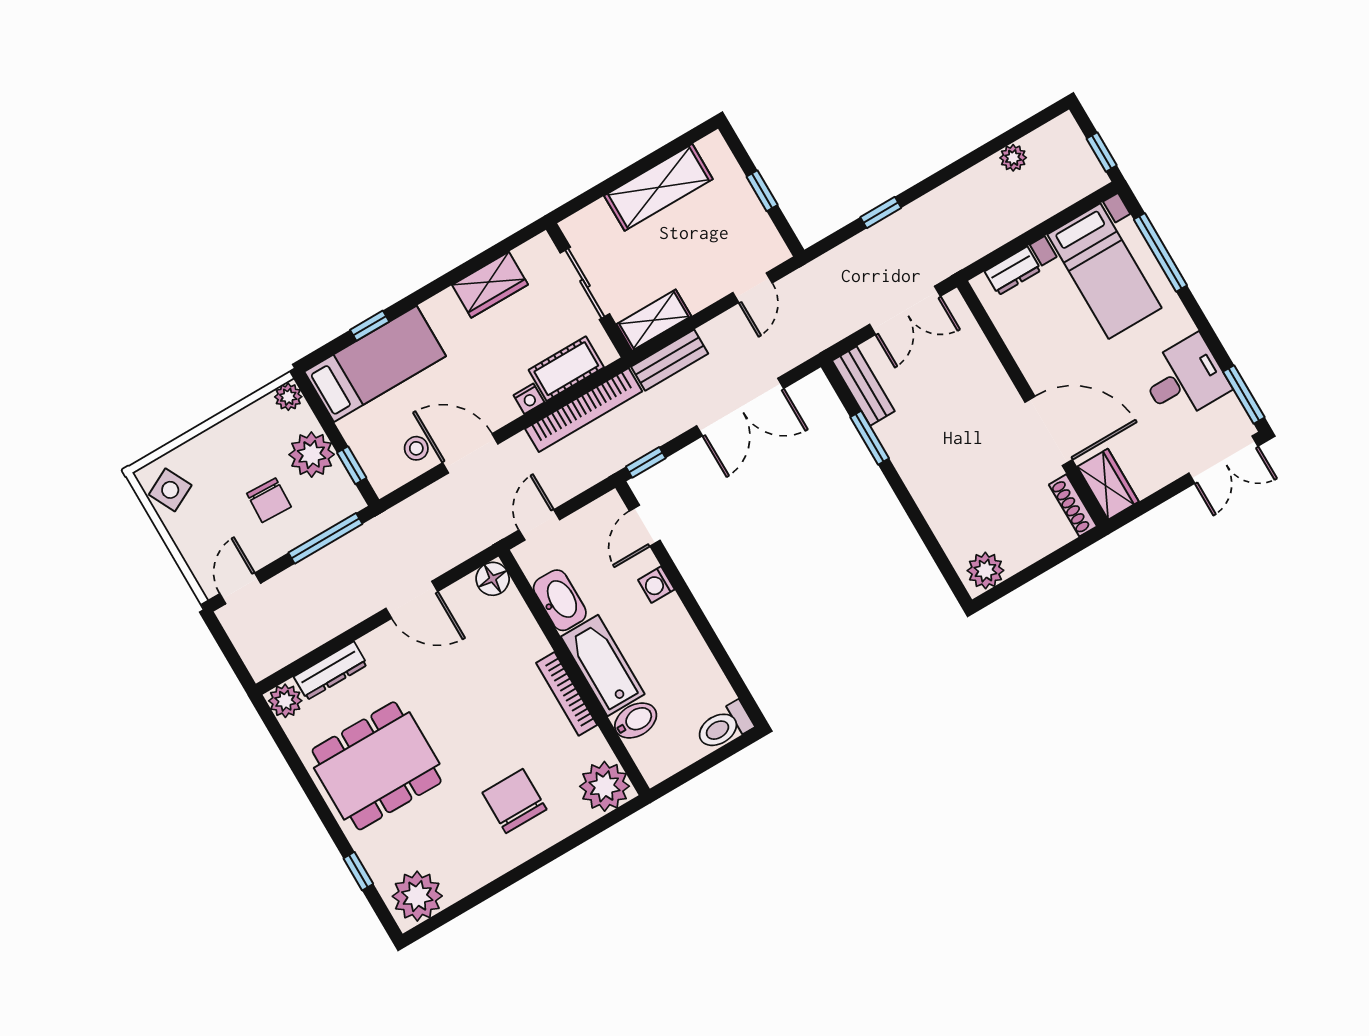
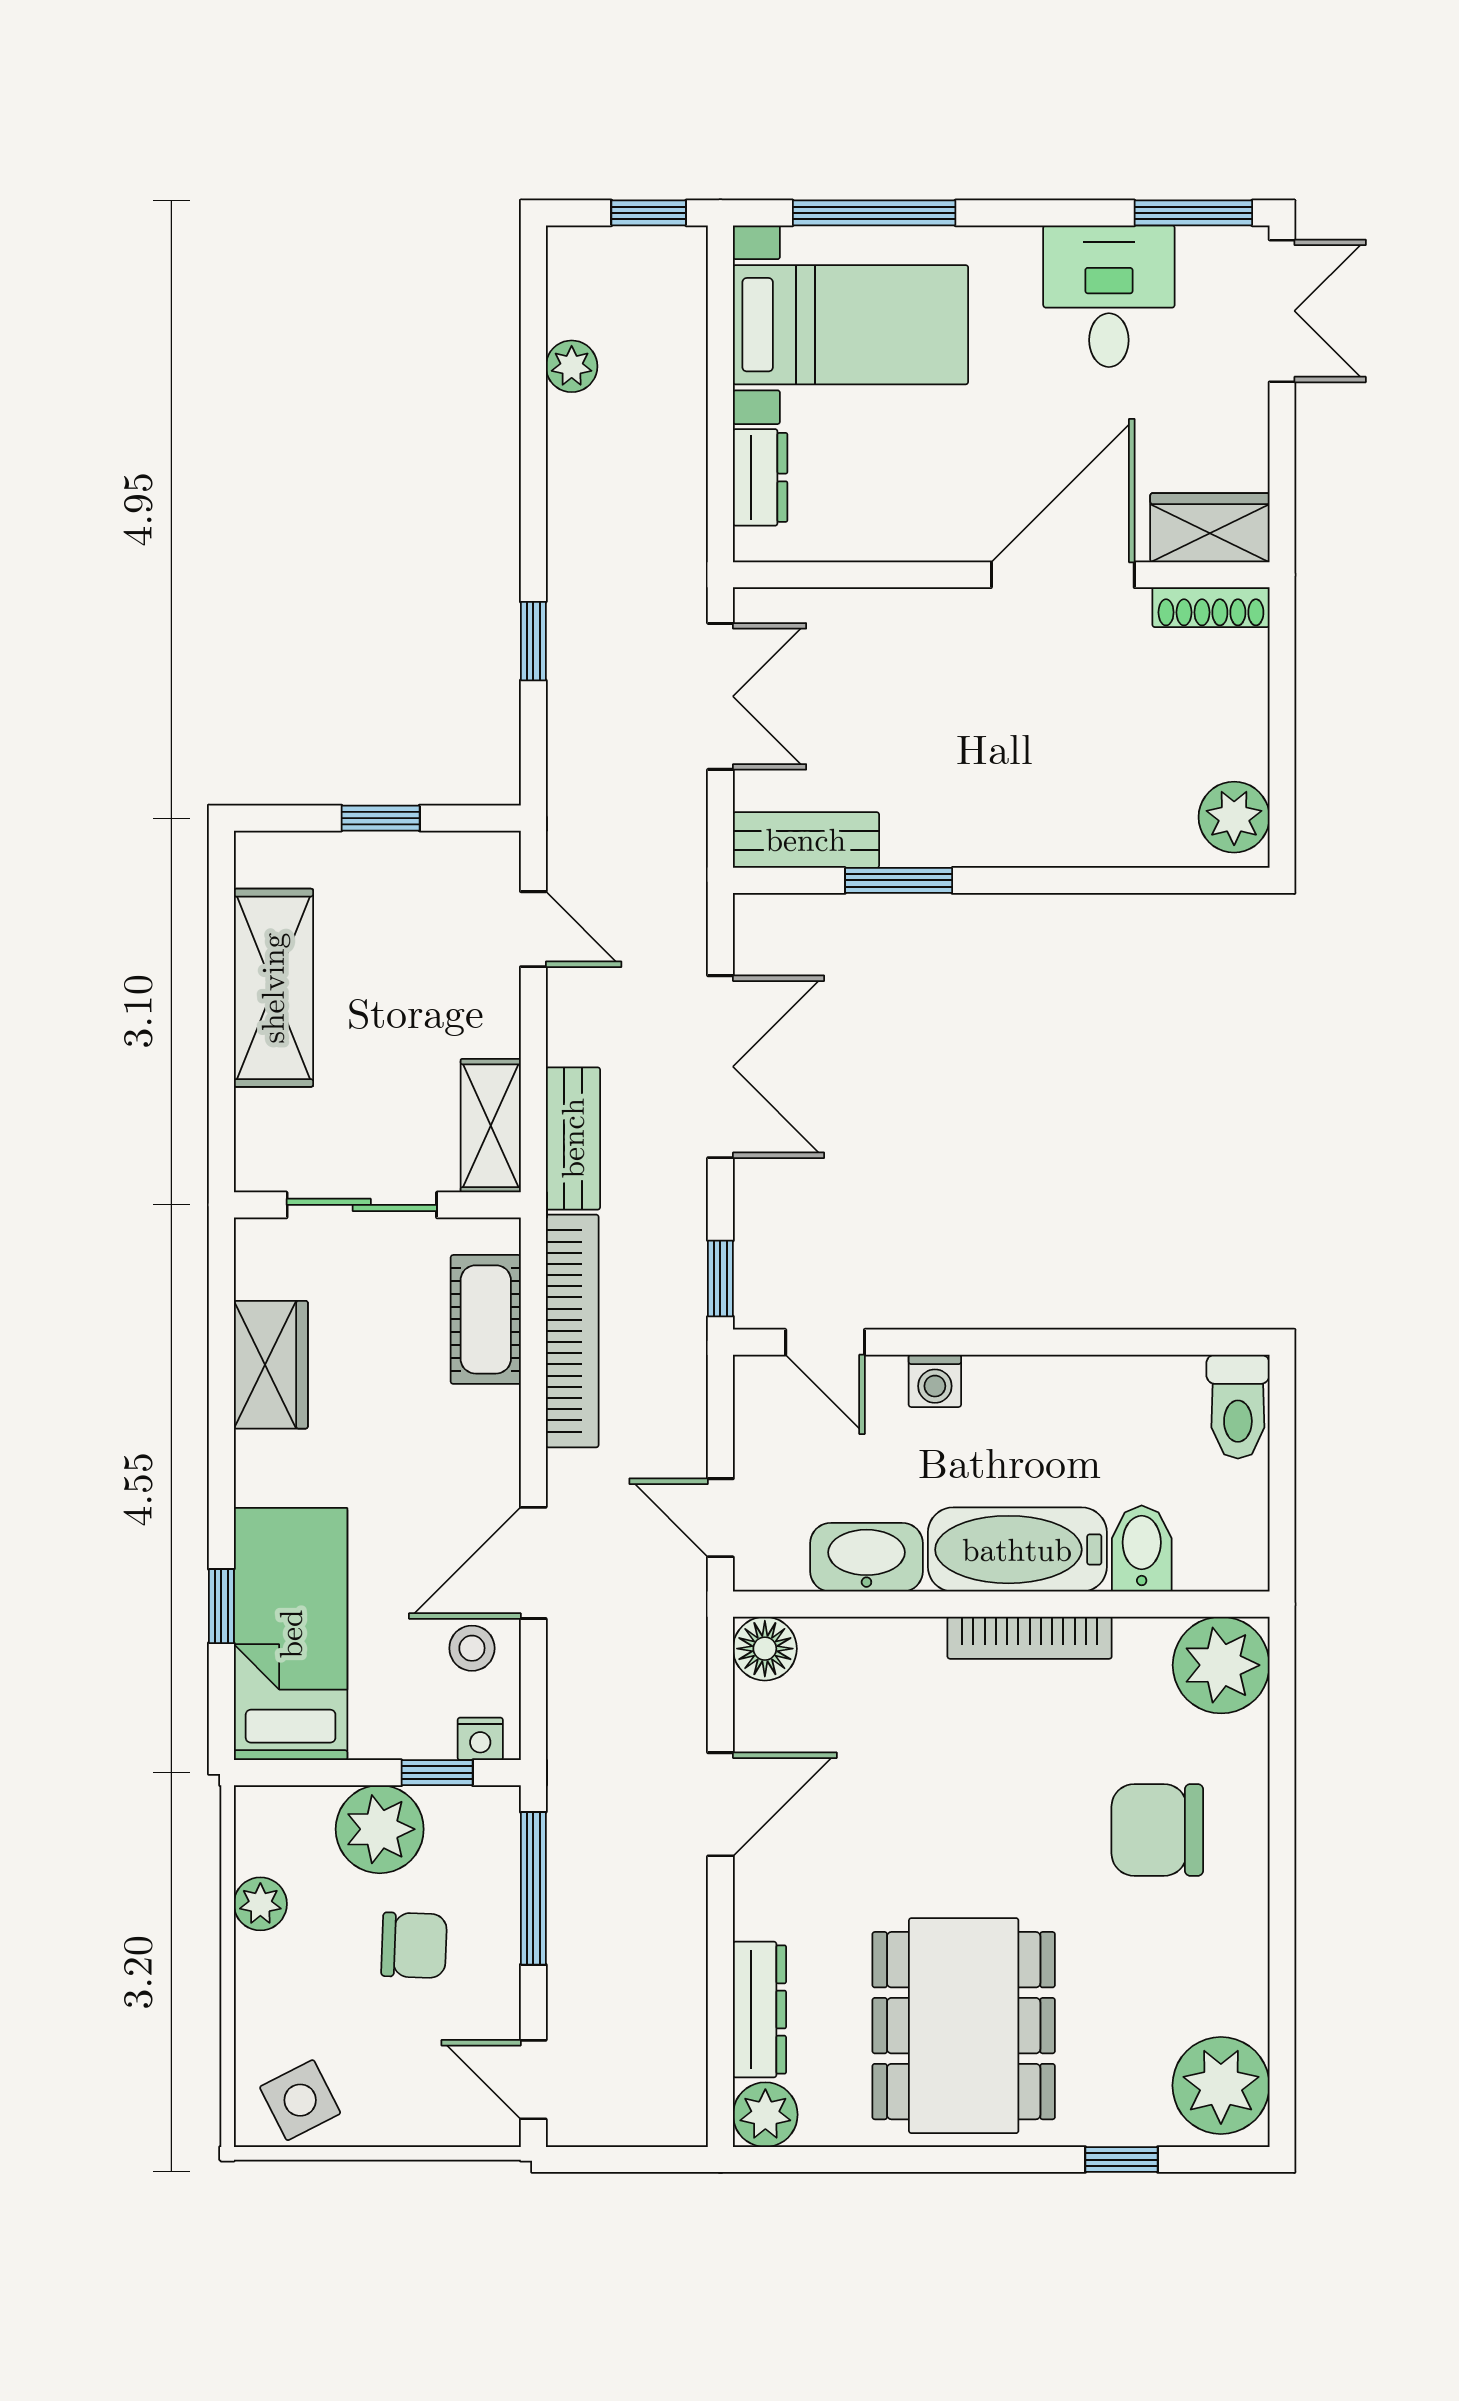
plant: (288, 397) -> (260, 1904), moved
nightstand: (529, 399) -> (480, 1739), moved, turned 90

